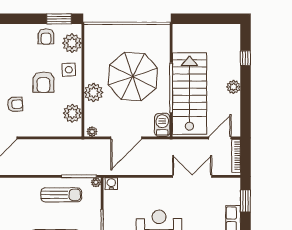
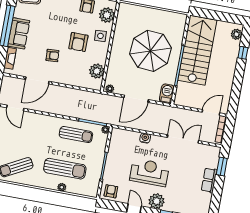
plant: (233, 87) -> (237, 34), moved
plant: (94, 92) -> (117, 58), removed
stairs: (189, 94) -> (197, 50), moved
water cooler: (111, 184) -> (145, 138), moved

